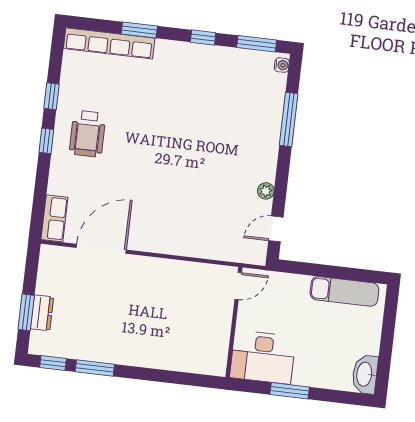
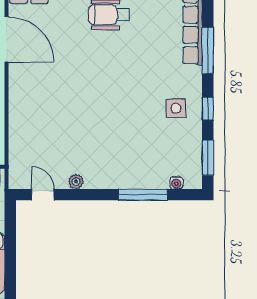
window: (139, 30) -> (208, 50), width x1.44
water cooler: (282, 65) -> (176, 183), moved
side table: (198, 72) -> (176, 108), added

